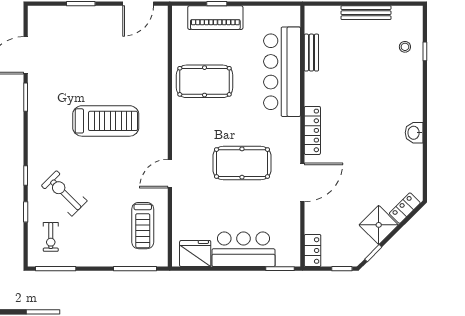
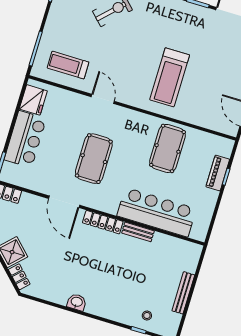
piano: (215, 18) -> (218, 173), width x0.73, depth x0.75
bench: (311, 53) -> (138, 232), moved
treadmill: (106, 121) -> (170, 77), moved

